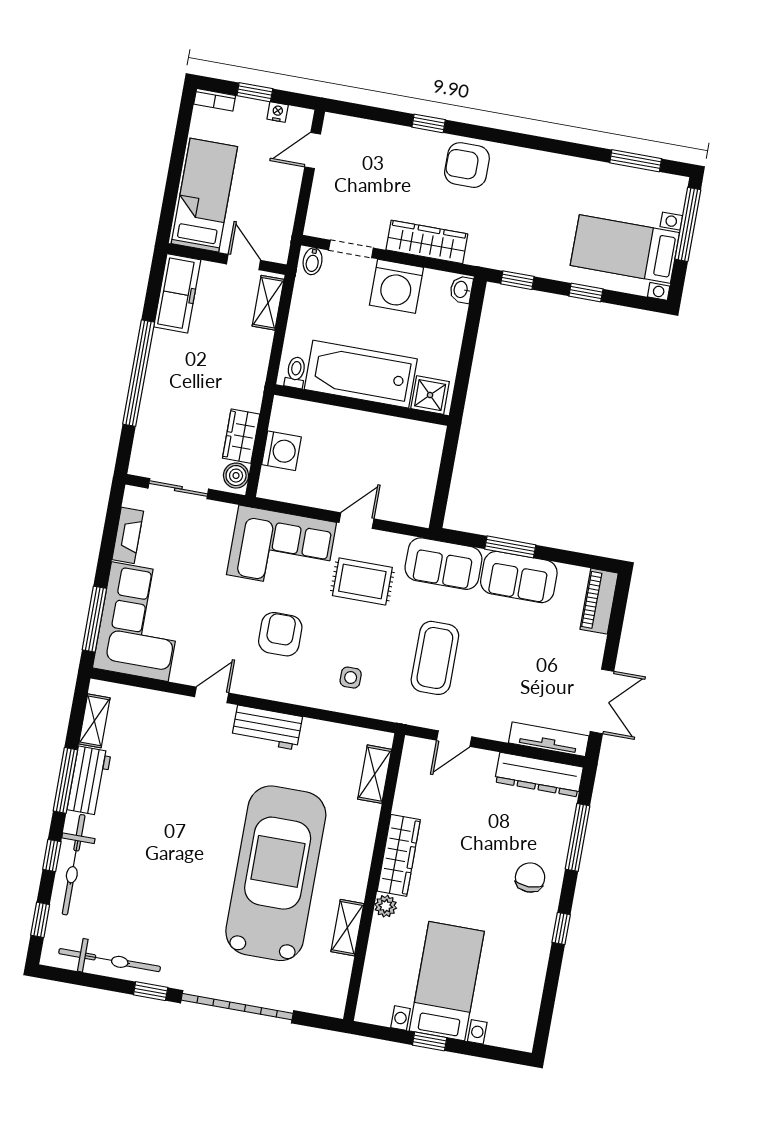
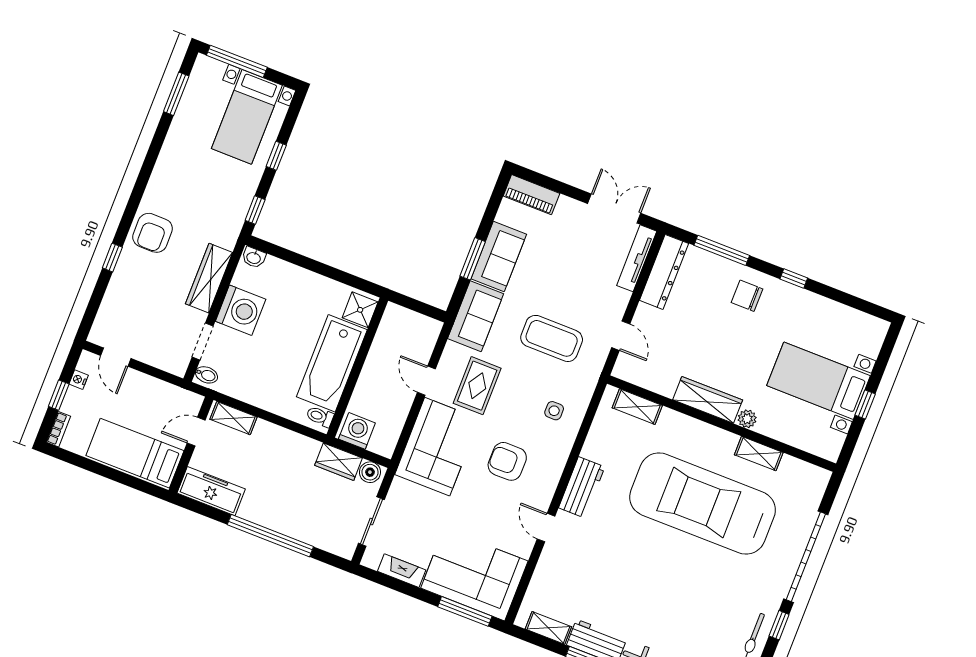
toilet: (296, 372) -> (320, 416), moved
bathtub: (361, 374) -> (332, 363), moved
shower: (430, 395) -> (360, 310), moved
wall: (362, 405) -> (357, 368), moved

